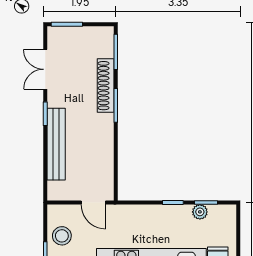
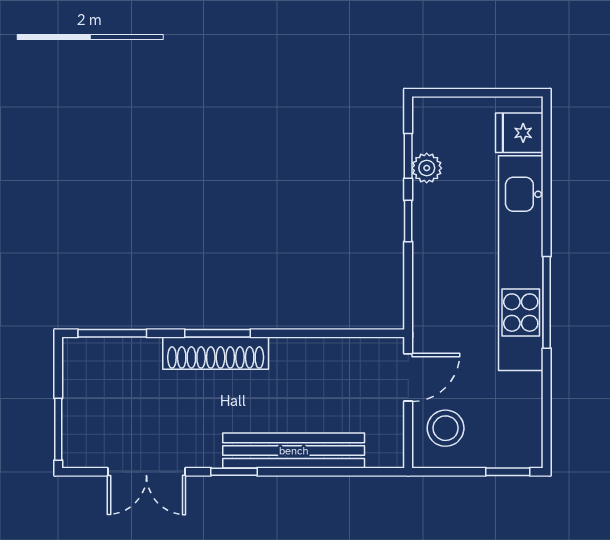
shoe rack: (106, 86) -> (216, 353), moved
stool: (62, 236) -> (446, 428), moved

